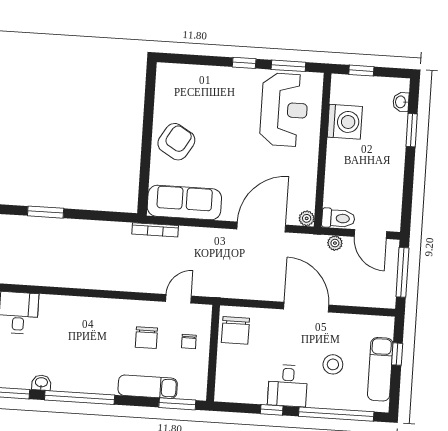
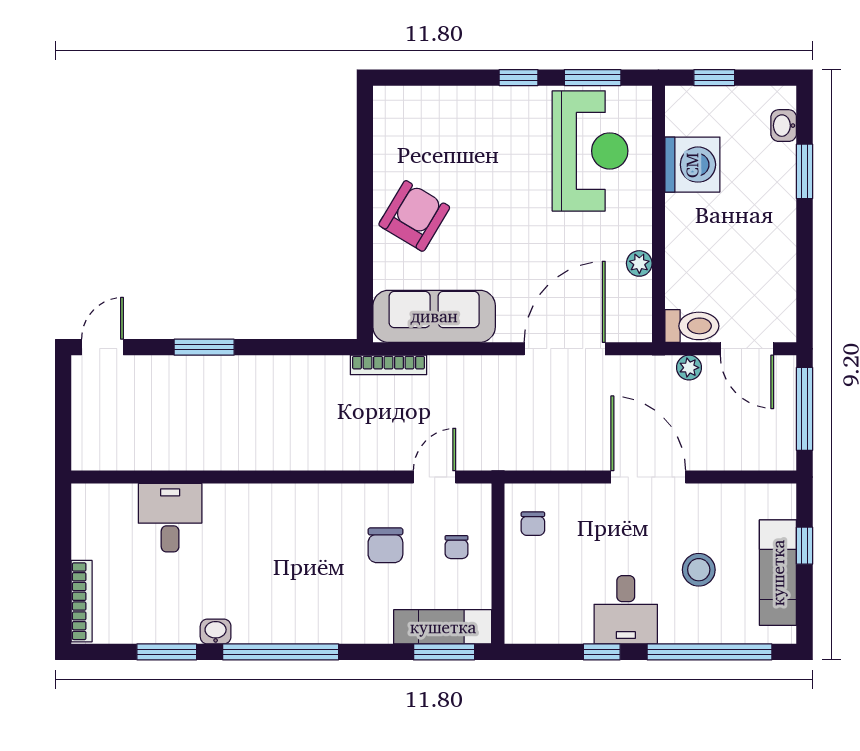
plant: (307, 218) -> (639, 263), moved
chair: (235, 330) -> (533, 524), width x0.54, depth x0.54
exam couch: (148, 387) -> (443, 627), moved

